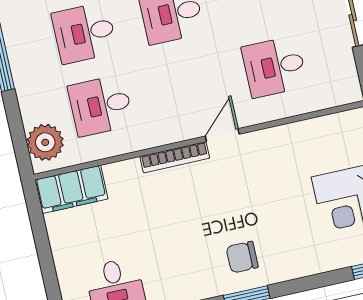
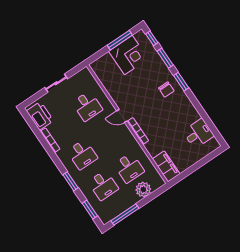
plant: (45, 142) -> (143, 190), moved
window: (313, 282) -> (165, 58), added

